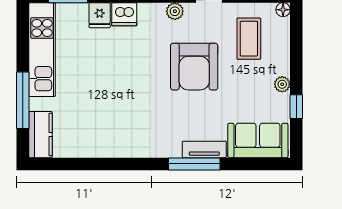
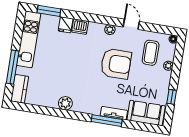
armchair: (194, 67) -> (116, 64), turned -90
plant: (282, 84) -> (168, 66), moved
plant: (121, 146) -> (65, 103), added

